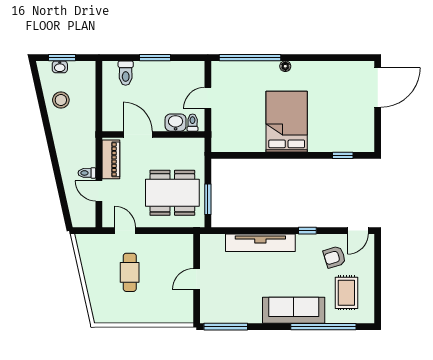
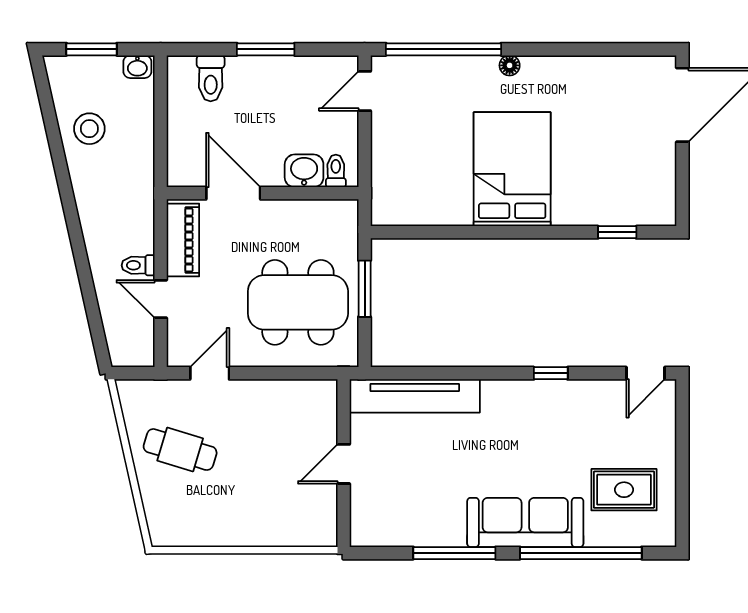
washbasin: (60, 67) -> (137, 67), moved
door: (208, 98) -> (365, 91), moved
window: (208, 199) -> (365, 289), moved
door: (125, 231) -> (210, 373), hinge flipped
tv unit: (260, 243) -> (415, 396), moved
armchair: (334, 257) -> (602, 423), removed
cafe table: (130, 272) -> (180, 450), moved, turned -73
rug: (346, 293) -> (624, 490), turned 90
window: (226, 327) -> (454, 553), moved

